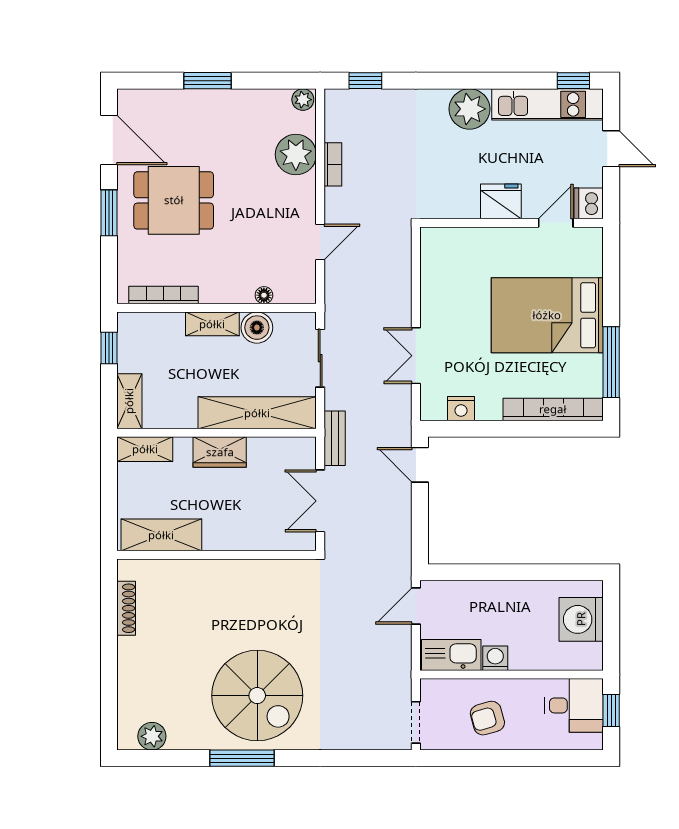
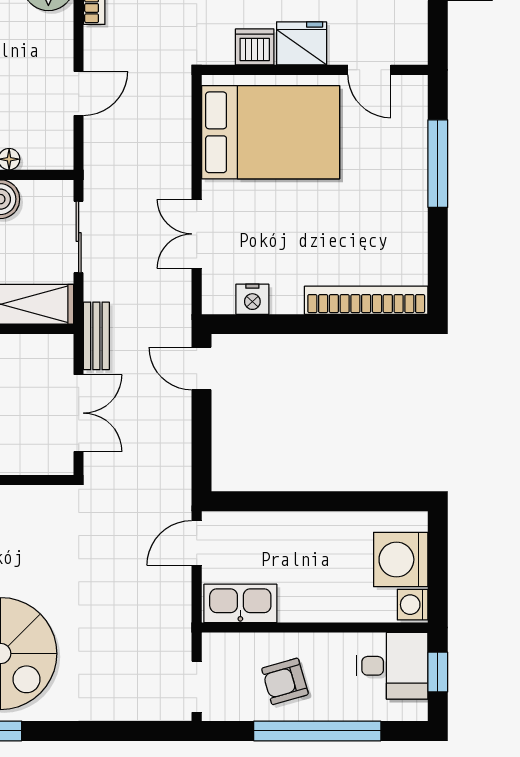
dishwasher: (589, 203) -> (255, 47), moved, turned 90
door: (556, 223) -> (369, 70), swing flipped
bed: (547, 315) -> (271, 132), moved, turned 180
window: (611, 362) -> (438, 164), moved
double door: (320, 501) -> (79, 413), swing flipped
washing machine: (495, 658) -> (413, 605), moved, turned -90
window: (514, 758) -> (317, 731), added

